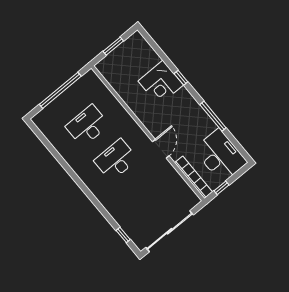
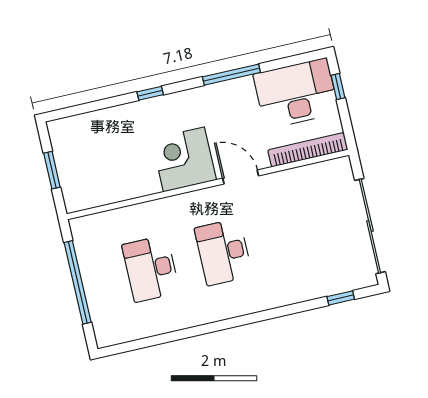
corner desk: (161, 83) -> (184, 159), moved, turned 180
window: (221, 188) -> (338, 87), moved

